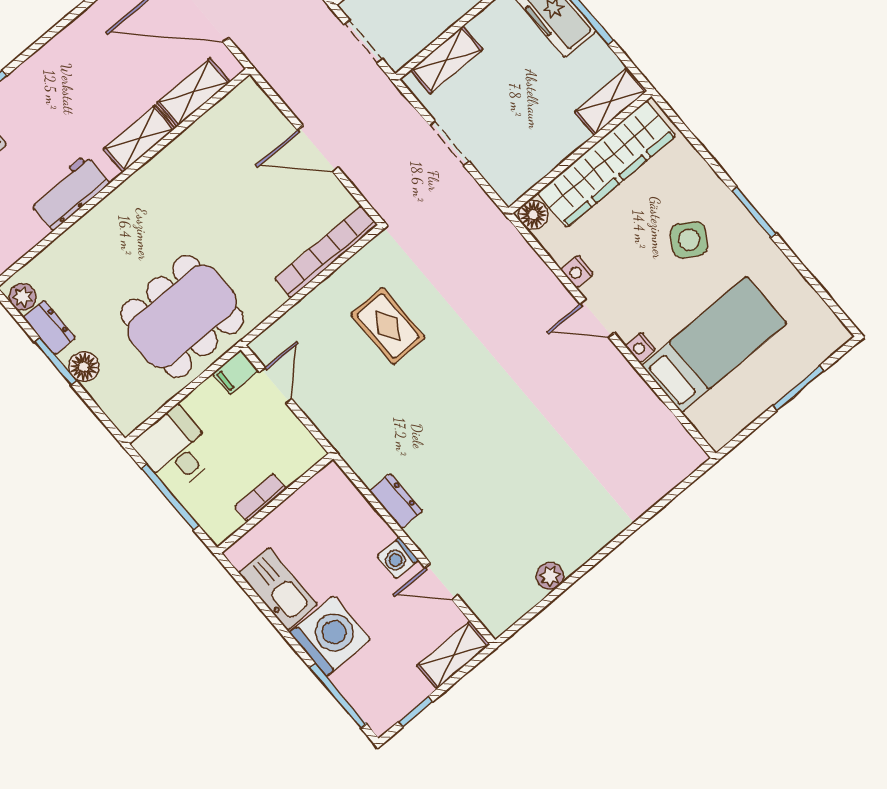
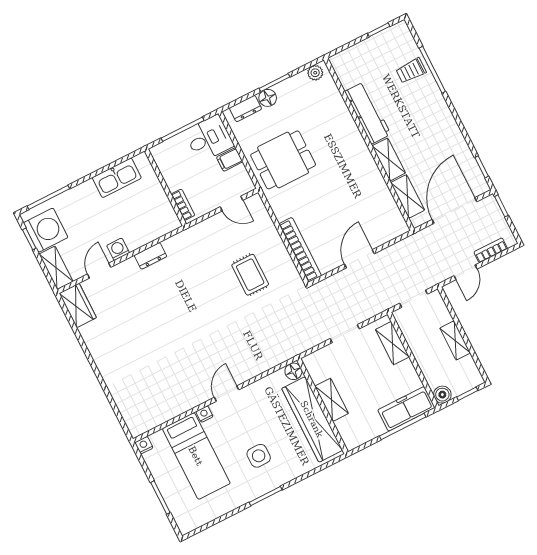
shelving: (611, 101) -> (332, 400), moved
workbench: (69, 193) -> (368, 113), width x1.38
side table: (689, 240) -> (259, 456), turned -33
nightstand: (577, 272) -> (144, 445), moved
dining table: (182, 316) -> (283, 160), width x0.73
rug: (388, 326) -> (250, 275), turned 90
dresser: (49, 328) -> (246, 109), moved
filing cabinet: (236, 372) -> (230, 159), moved, turned -90
bookcase: (260, 498) -> (183, 205), moved
plant: (550, 576) -> (88, 333), removed
wardrobe: (508, 604) -> (78, 305), added
washing machine: (330, 636) -> (46, 230), moved, turned -90

